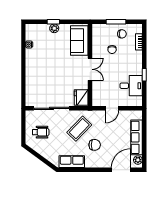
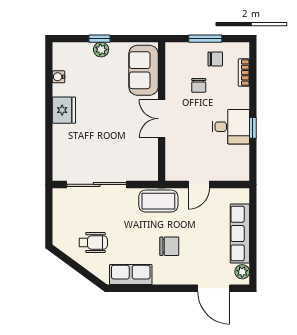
double door: (90, 69) -> (162, 119), swing flipped
desk: (131, 86) -> (231, 127), moved
fridge: (81, 97) -> (64, 110), moved, turned 180
coffee table: (79, 129) -> (158, 201), moved, turned 46
wheelchair: (41, 132) -> (93, 243), moved
door: (121, 170) -> (214, 288), swing flipped

